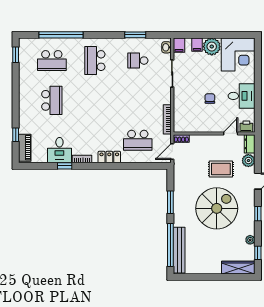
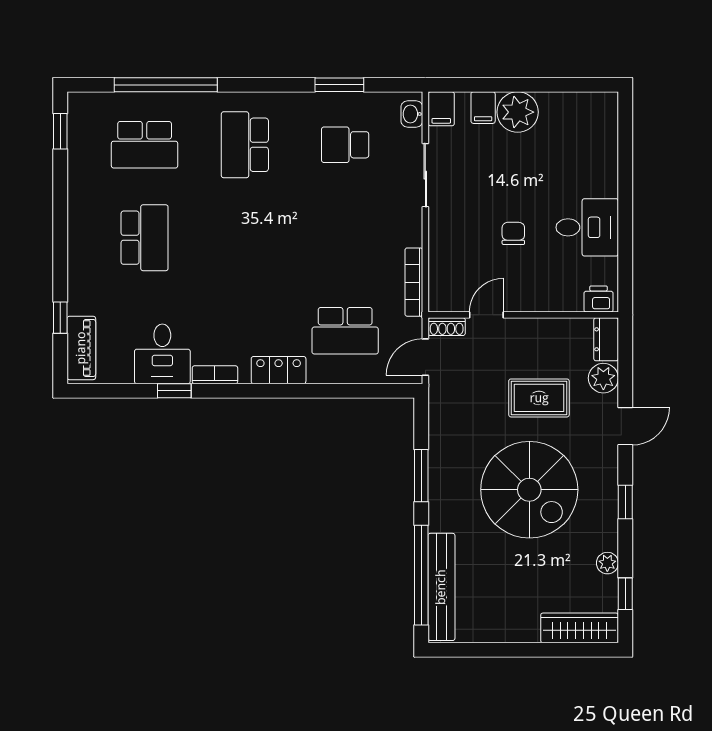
corner desk: (238, 54) -> (579, 131), removed
door: (231, 133) -> (486, 315), moved
spiral stairs: (217, 208) -> (529, 490), turned 90

